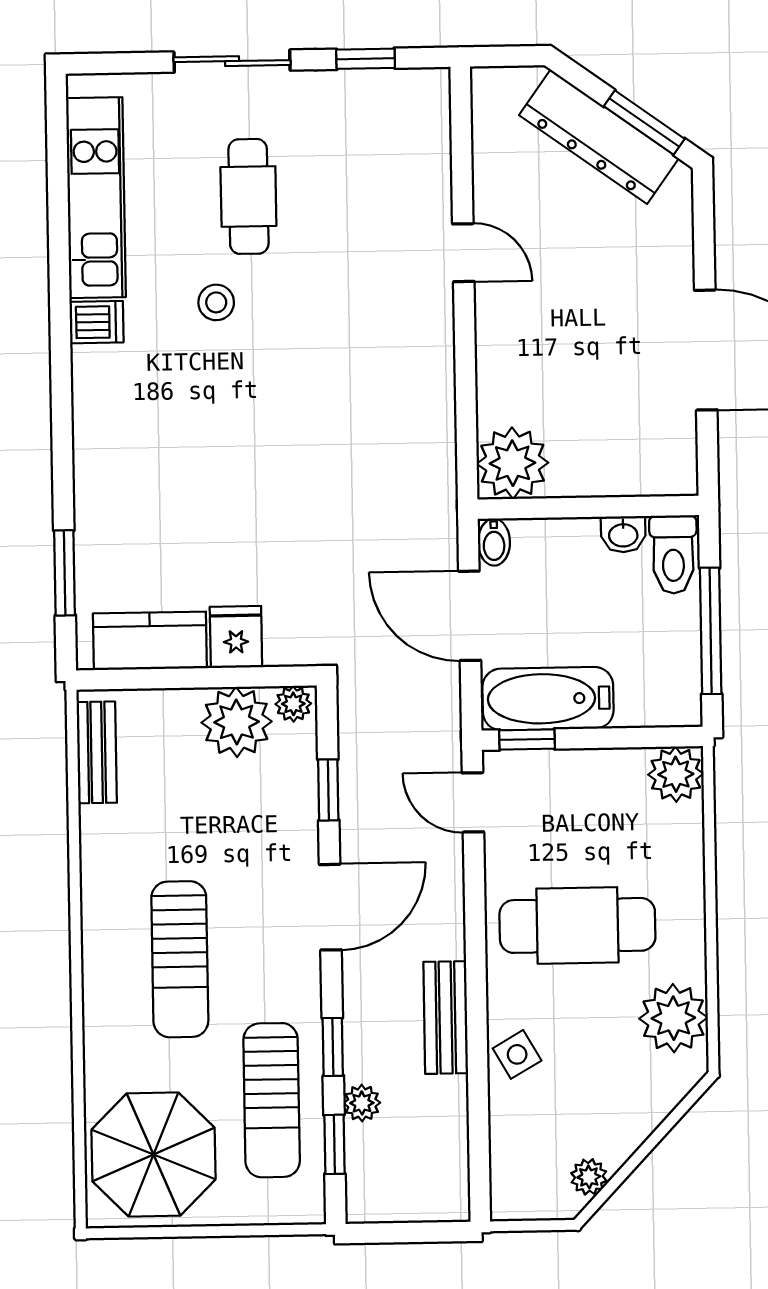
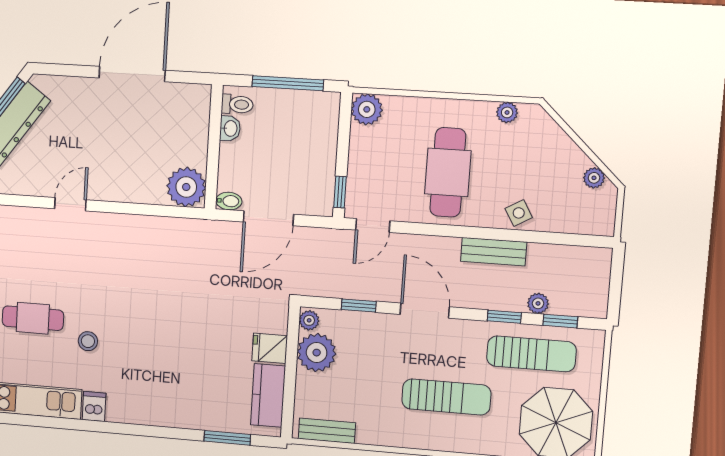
toilet: (673, 554) -> (237, 104), width x0.73, depth x0.72
bathtub: (548, 699) -> (318, 178), removed
plant: (673, 1018) -> (507, 112), width x0.53, depth x0.53

